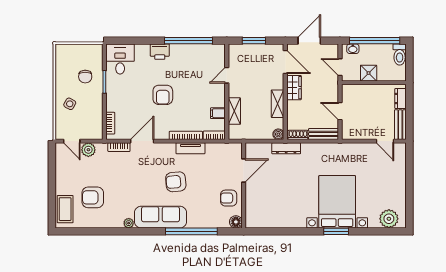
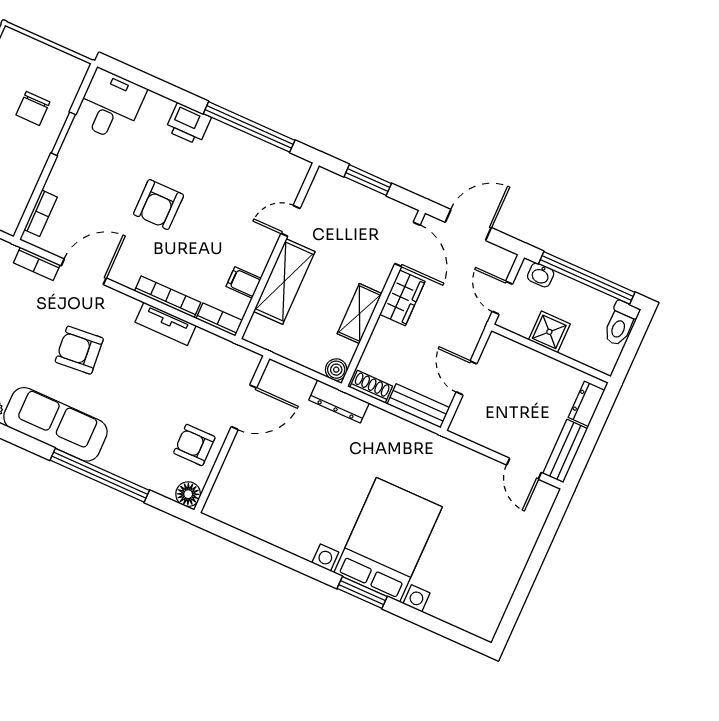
shelving: (234, 111) -> (284, 281), width x1.50, depth x1.33
armchair: (176, 182) -> (79, 350), moved
plant: (389, 219) -> (468, 612), removed

